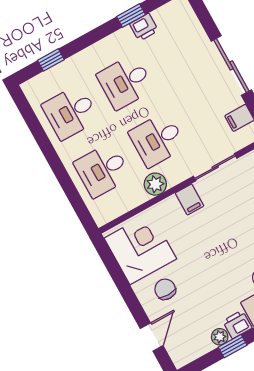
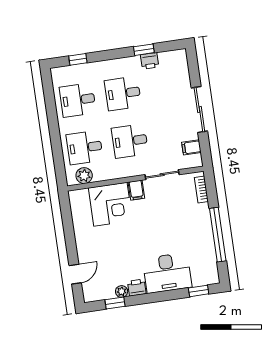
plant: (155, 184) -> (84, 176), moved
corner desk: (140, 249) -> (110, 204), moved, turned 90
chair: (165, 289) -> (97, 245), removed
window: (233, 346) -> (115, 303), moved

